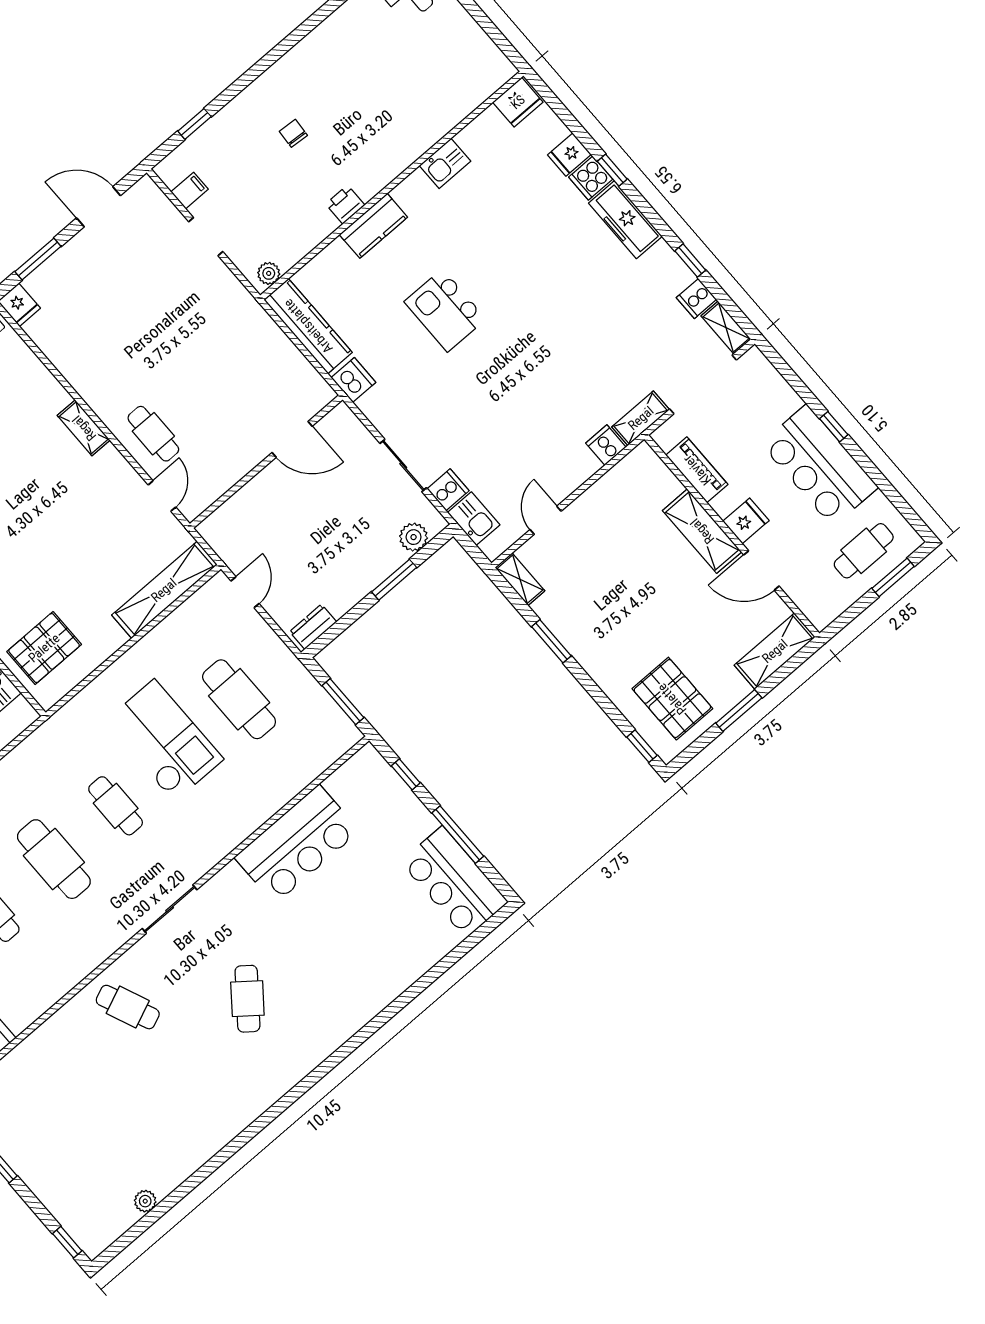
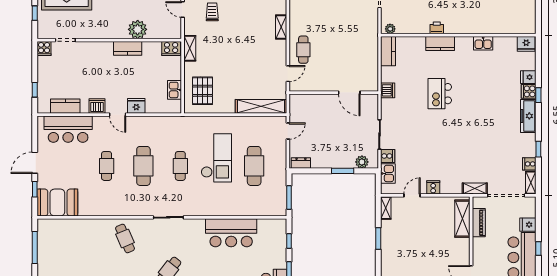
kitchen counter: (308, 326) -> (388, 51), width x0.67
cooker: (606, 445) -> (433, 187), moved
fridge: (746, 521) -> (528, 225), moved, turned 180
shelving: (702, 531) -> (462, 219), moved
pallet: (44, 648) -> (202, 91), turned 90

